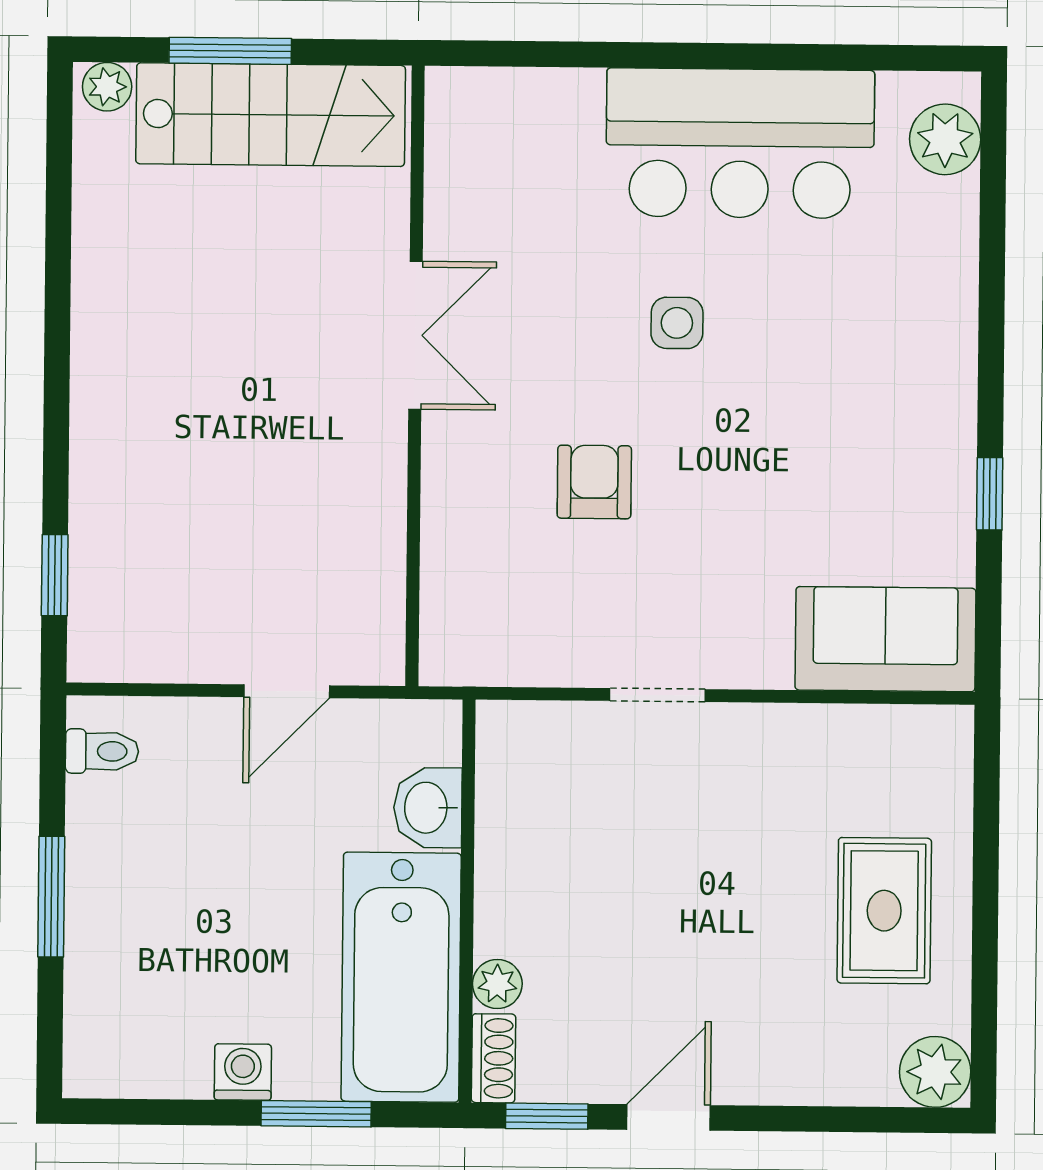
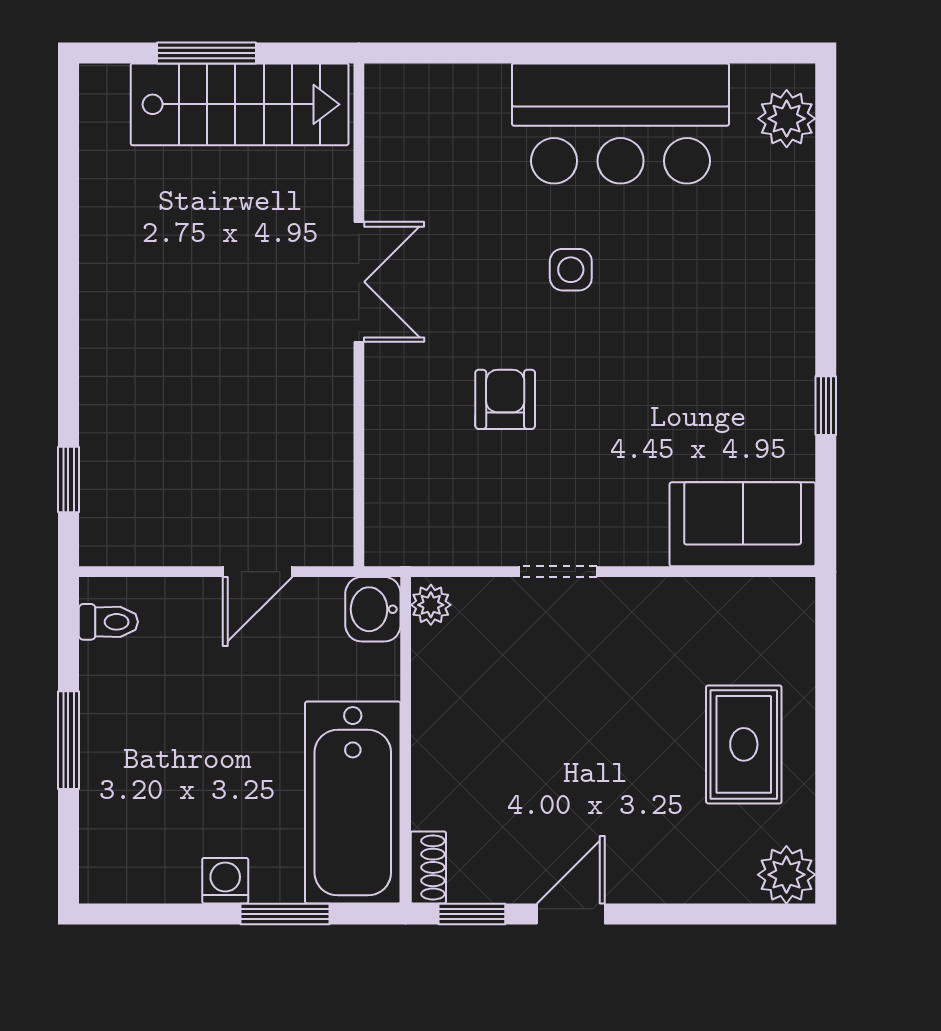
plant: (107, 87) -> (107, 83), removed
washbasin: (428, 808) -> (373, 609), moved
plant: (497, 984) -> (431, 605), moved

